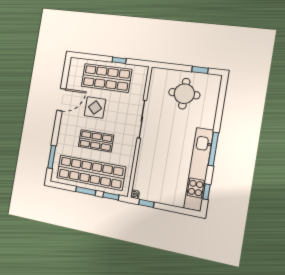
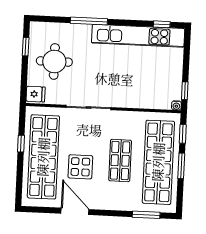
fridge: (158, 75) -> (36, 94), added
shop shelf: (106, 78) -> (43, 157), width x1.40
window: (213, 149) -> (89, 21), moved

